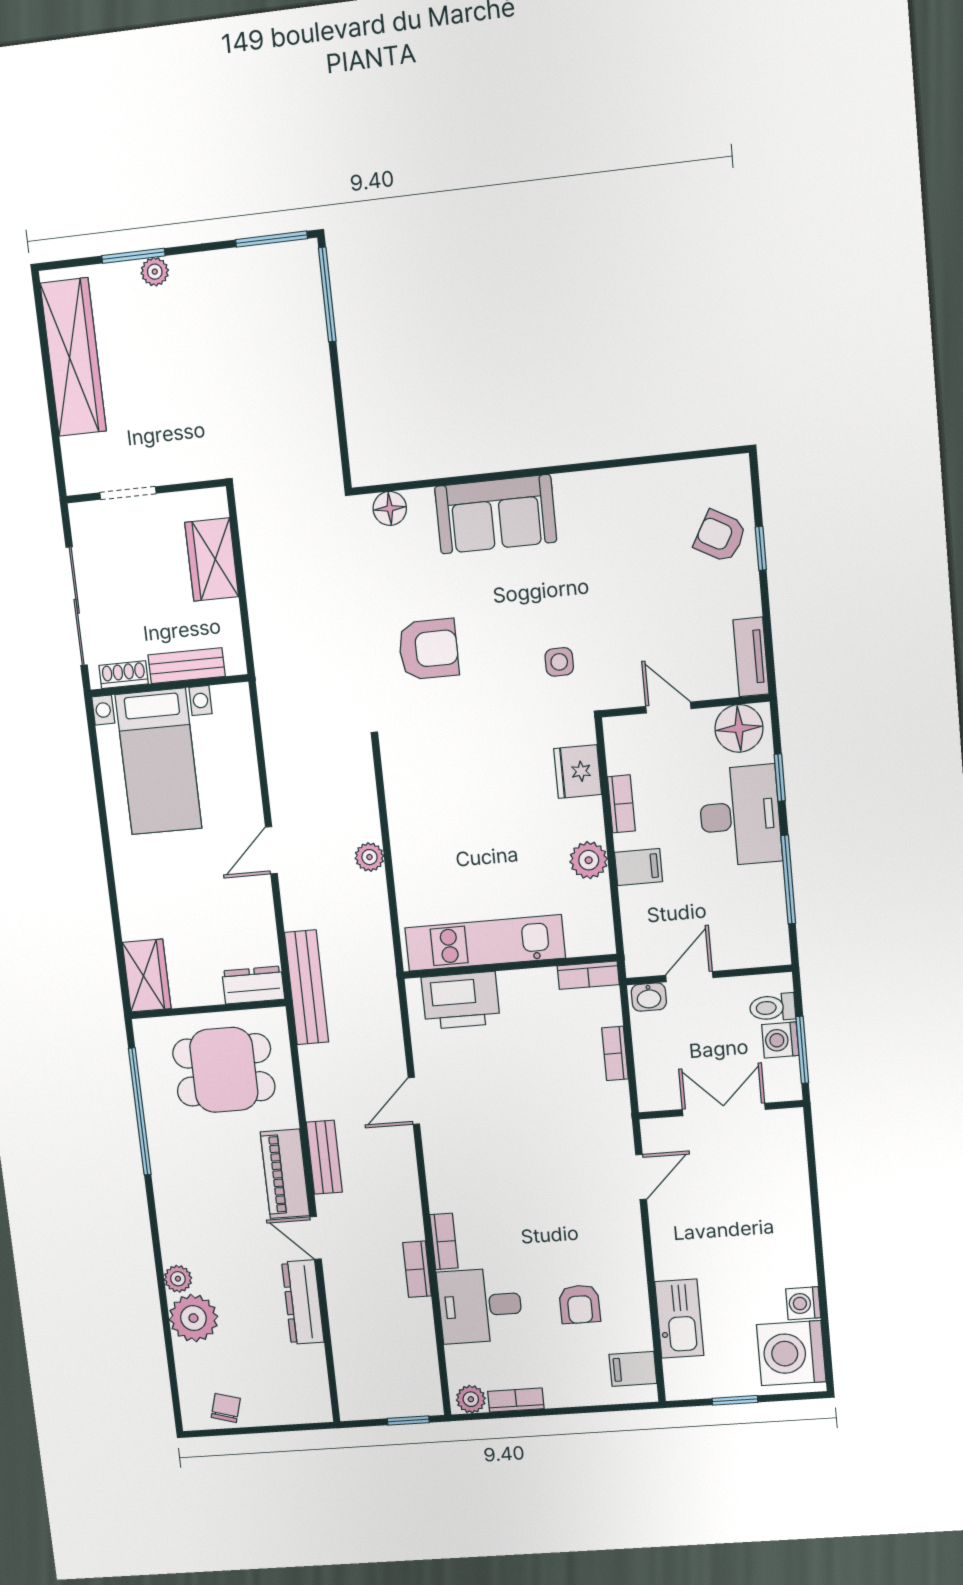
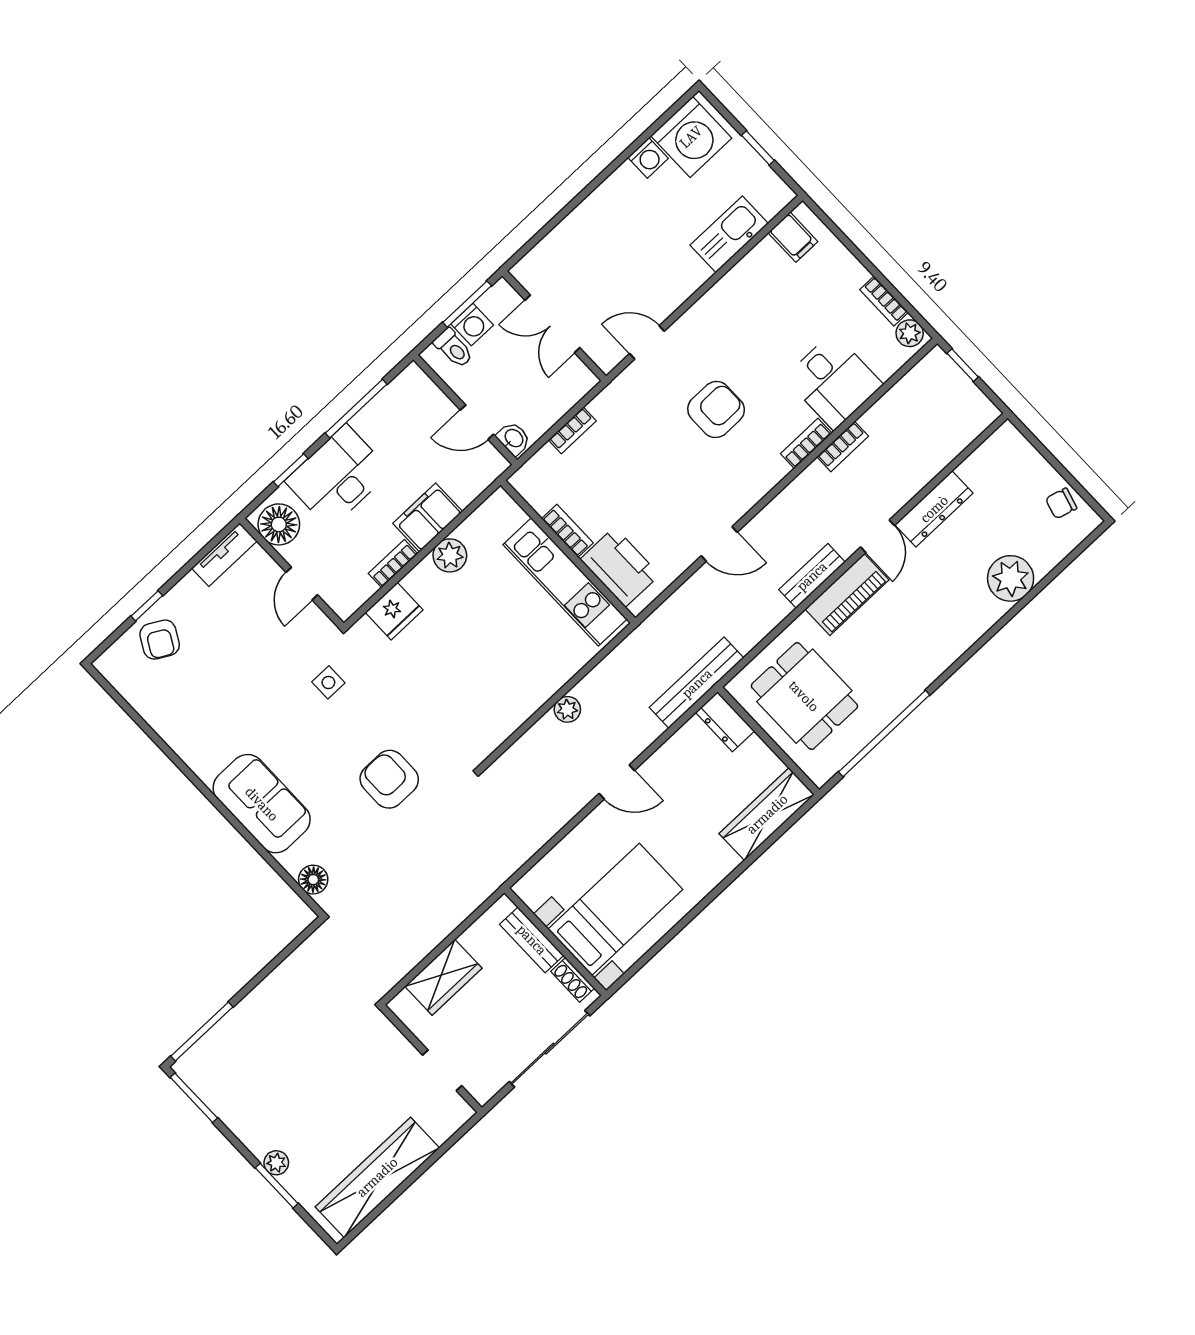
filing cabinet: (639, 867) -> (428, 517), width x2.00
bookcase: (588, 975) -> (567, 531), moved
wardrobe: (147, 976) -> (767, 814), width x1.50
plant: (178, 1279) -> (989, 612), removed
armchair: (580, 1304) -> (716, 409), moved, width x1.38, depth x1.38

